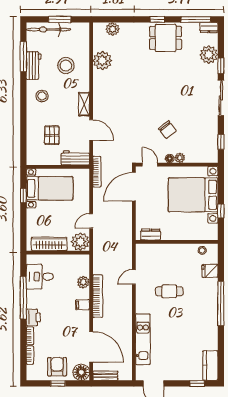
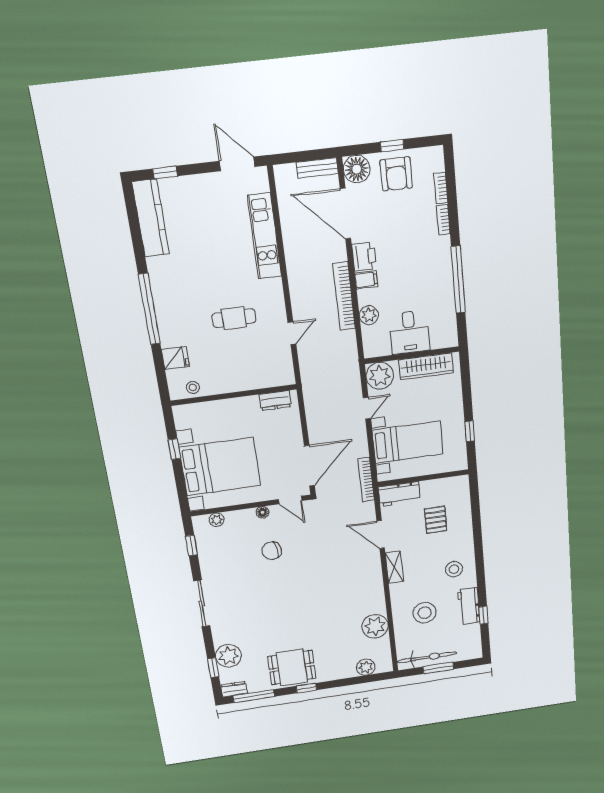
bicycle: (48, 30) -> (427, 657), moved
window: (23, 57) -> (484, 615), width x0.46
window: (221, 66) -> (213, 668), moved
chair: (167, 130) -> (272, 551), turned -62
plant: (180, 158) -> (217, 520), moved
bed with nightstands: (50, 188) -> (408, 442), moved, turned 180
desk: (40, 277) -> (409, 332), moved, turned 90
printer: (33, 317) -> (364, 257), moved, turned 180
kitchen counter: (210, 366) -> (151, 218), width x1.50

